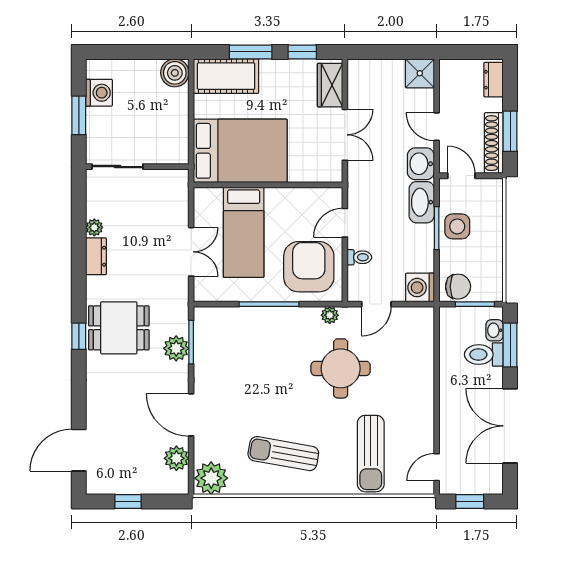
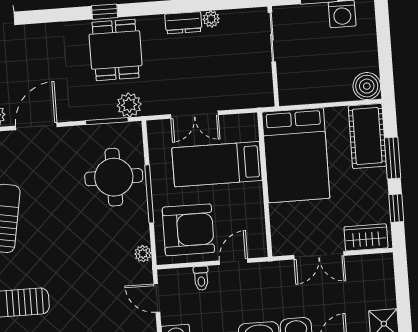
door: (345, 223) -> (234, 262), hinge flipped
plant: (176, 348) -> (129, 105), moved
round table: (341, 368) -> (114, 177), moved

